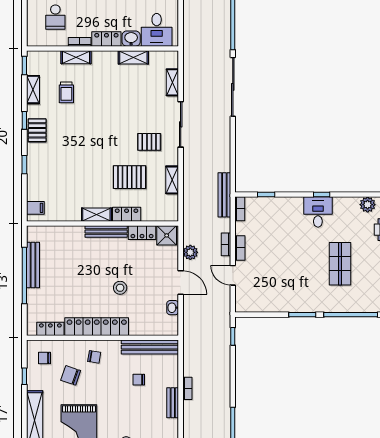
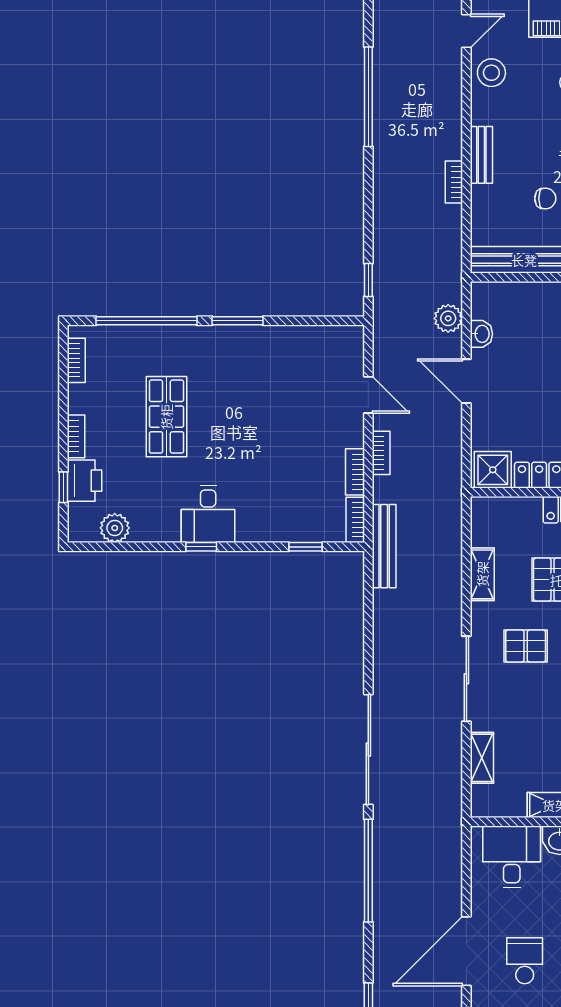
bookcase: (240, 248) -> (355, 472), moved
plant: (190, 252) -> (448, 318), moved

